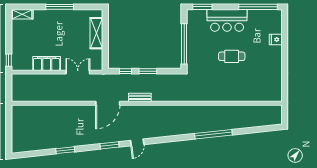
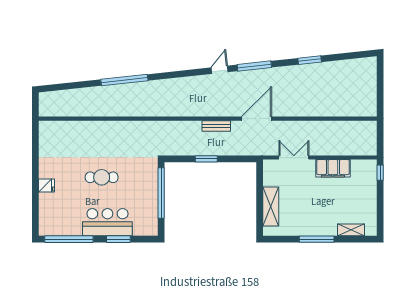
window: (202, 7) -> (118, 239), moved
shelving: (22, 14) -> (351, 230), moved
fridge: (276, 40) -> (47, 186), moved
window: (126, 71) -> (234, 159), removed
double door: (78, 72) -> (294, 158), swing flipped
window: (110, 145) -> (254, 66), width x1.44

